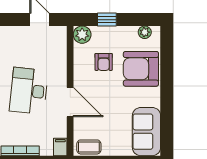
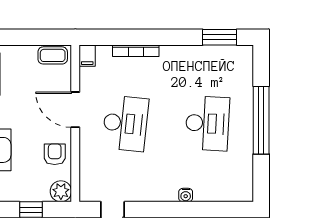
armchair: (104, 62) -> (55, 154), moved

